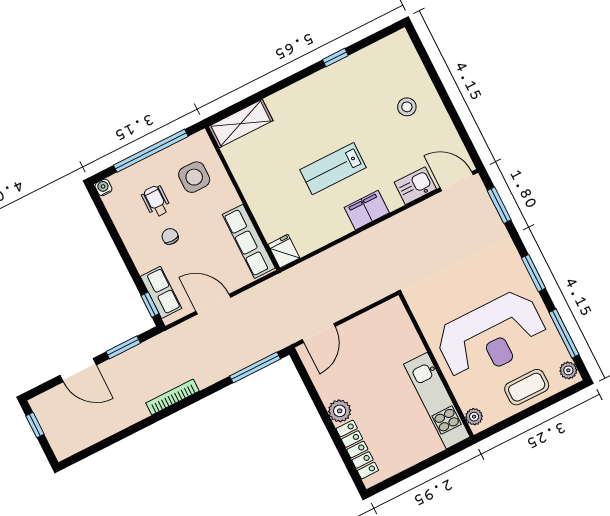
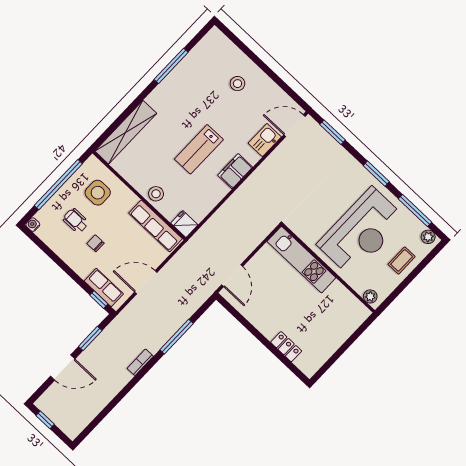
window: (335, 58) -> (171, 66), width x2.17
shelving: (241, 123) -> (126, 132), width x1.47
stool: (263, 203) -> (156, 194), added
window: (255, 368) -> (177, 337), moved
coffee table: (527, 387) -> (402, 260), width x0.73, depth x0.77
bookcase: (173, 397) -> (140, 362), width x0.64
kitchen unit: (437, 401) -> (301, 260), moved
plant: (340, 411) -> (268, 328), removed
locker: (357, 450) -> (286, 347), width x0.66

